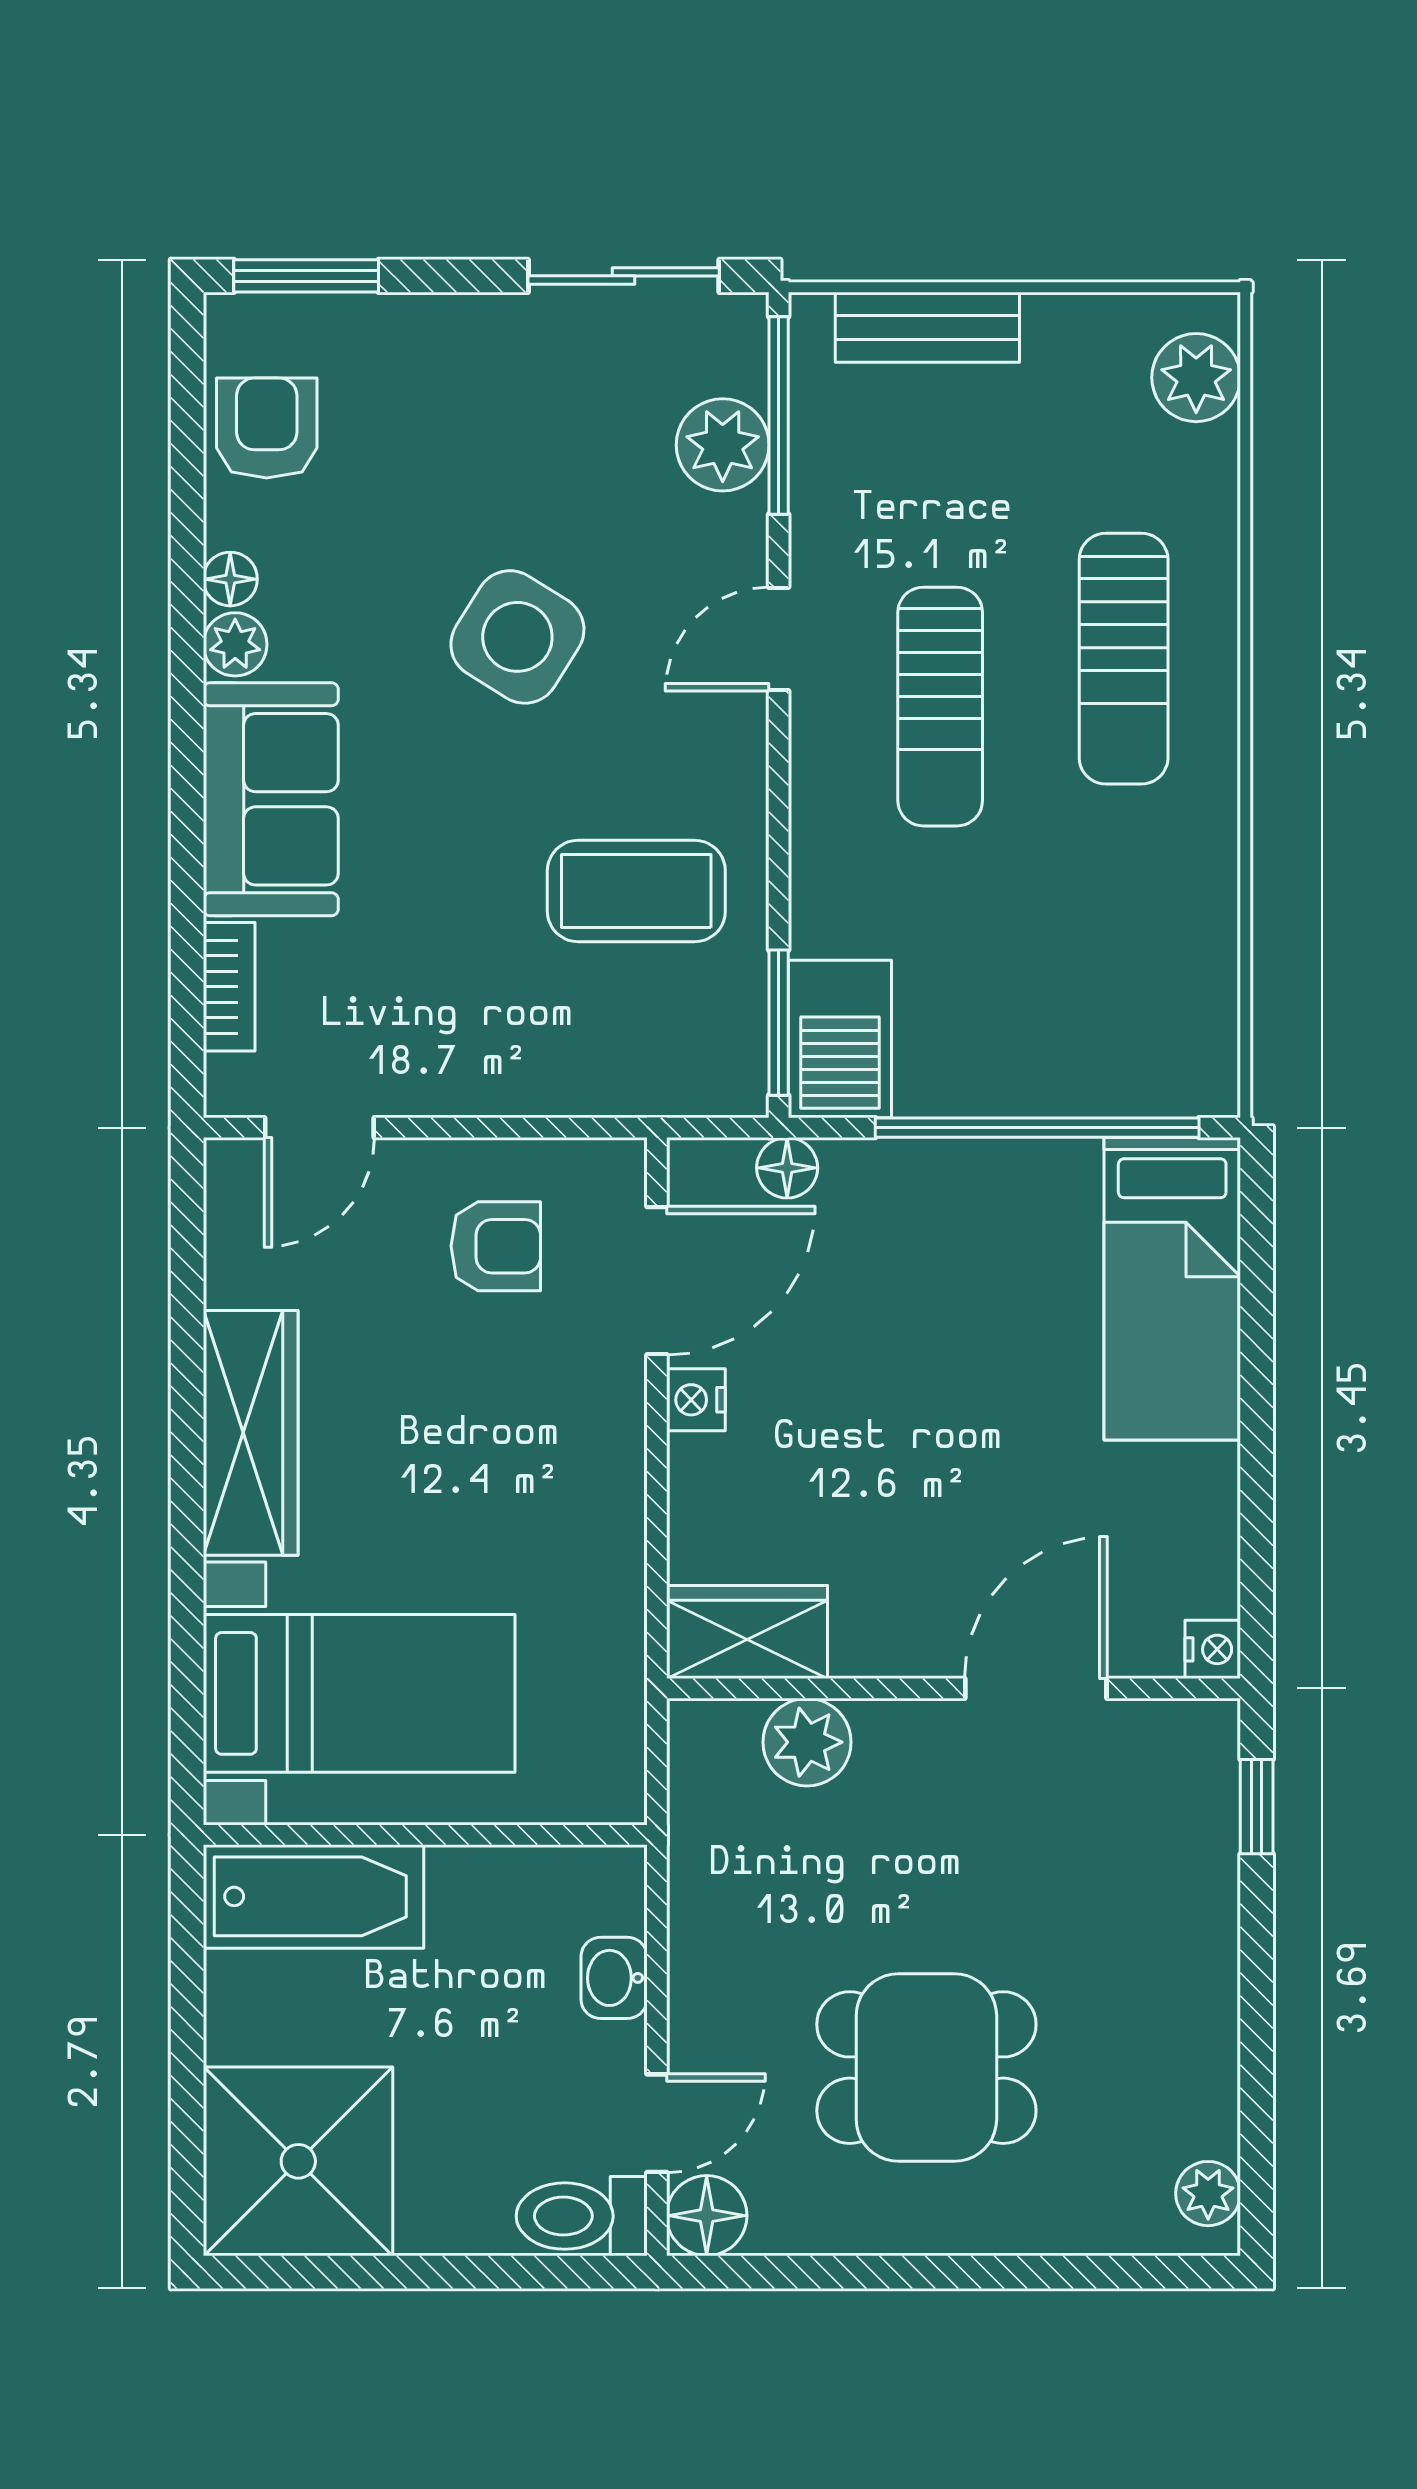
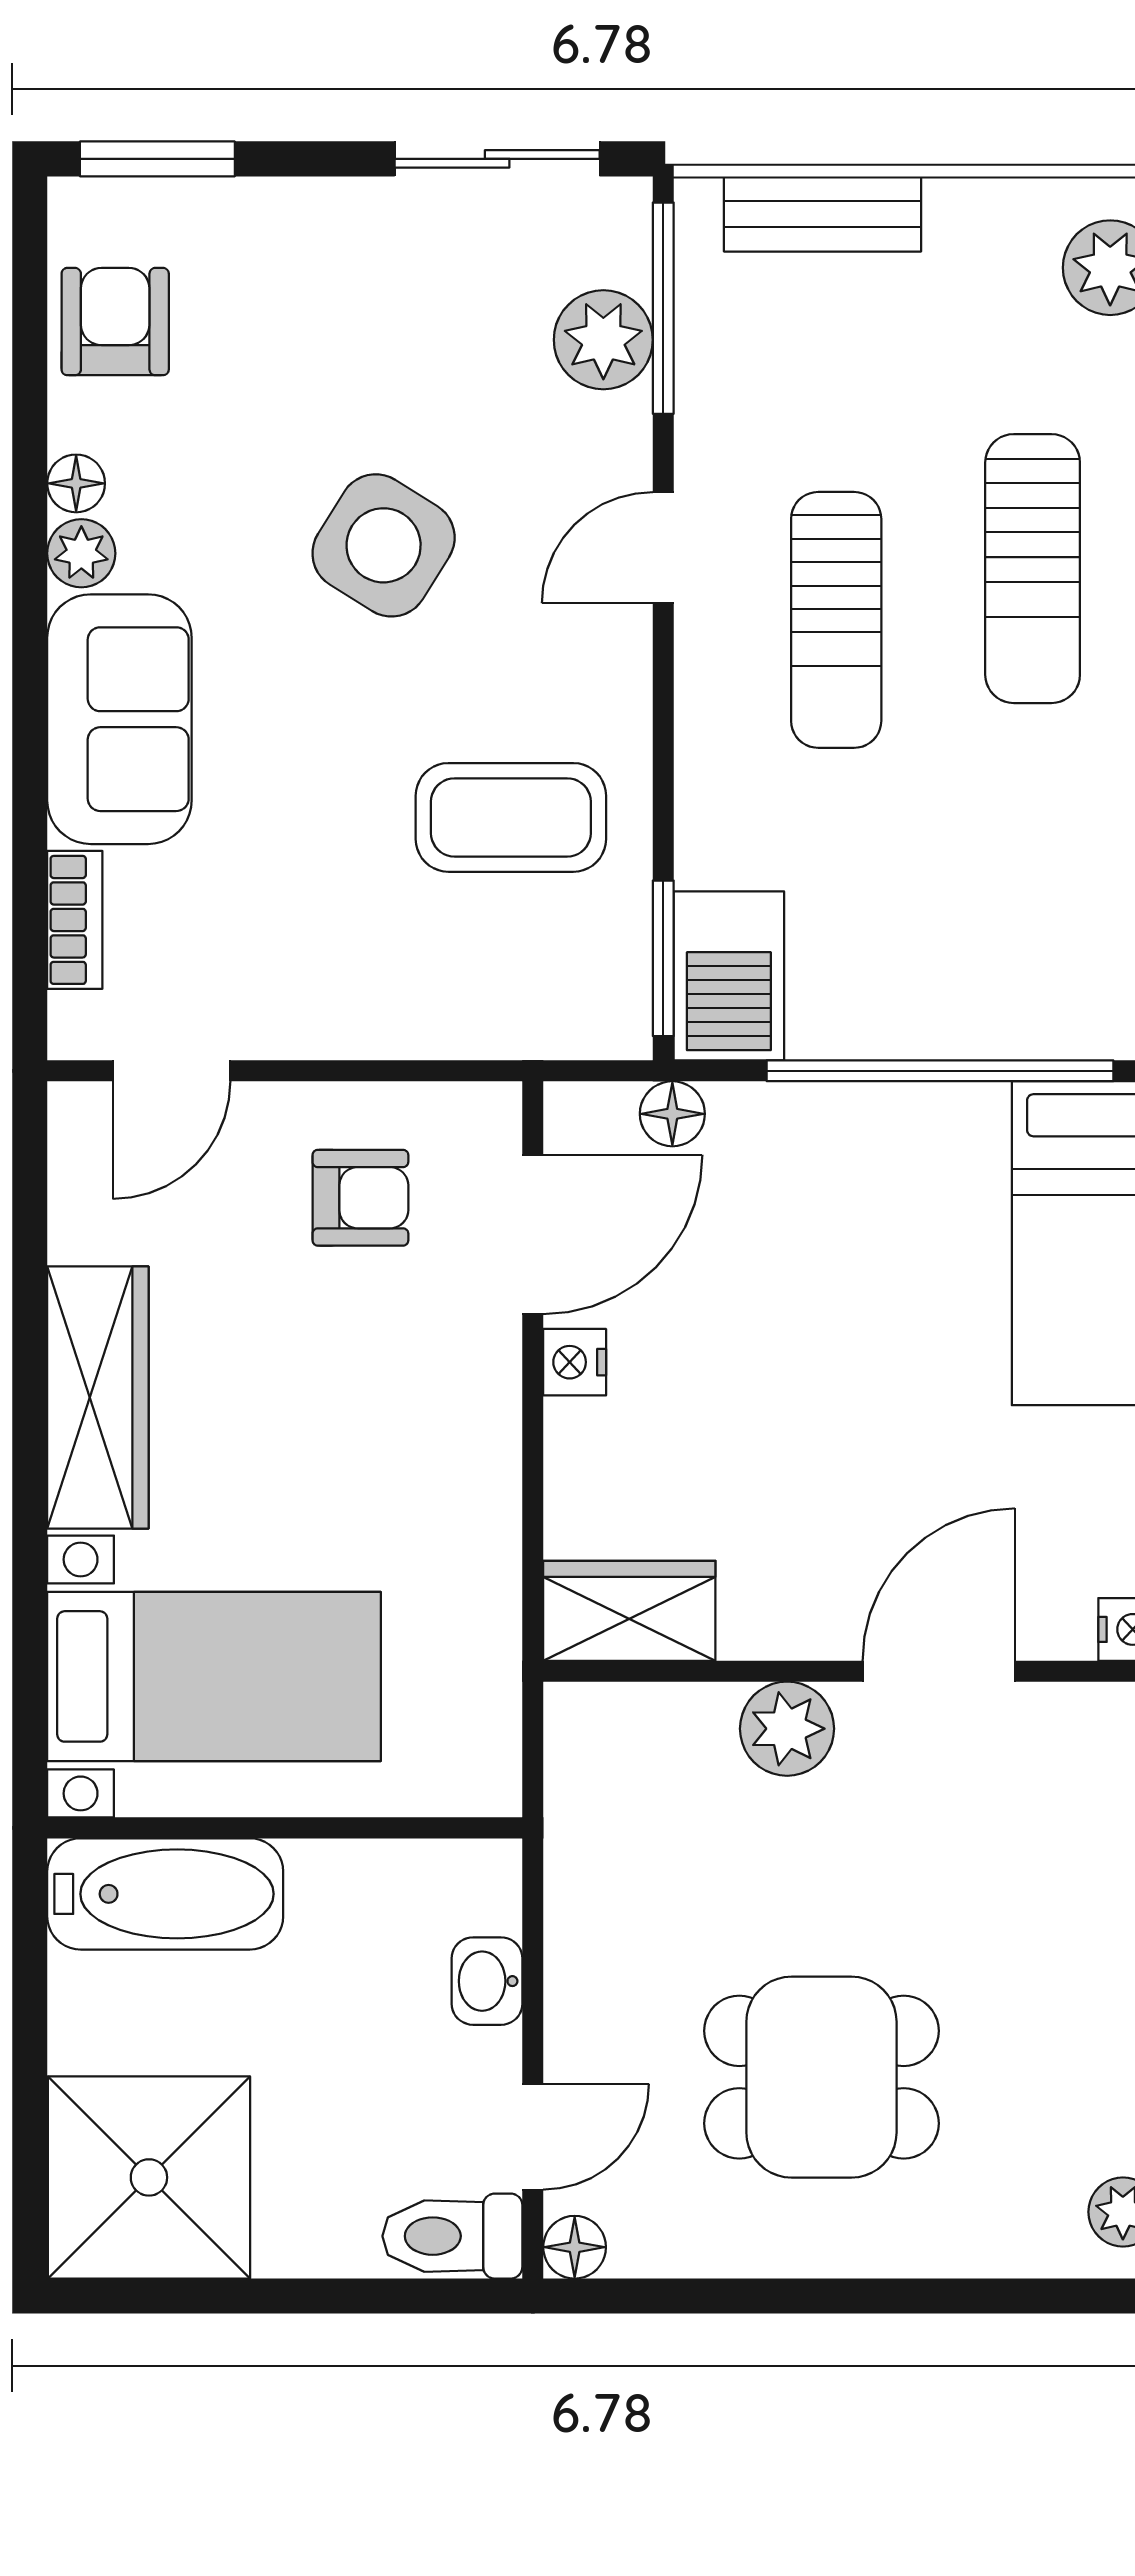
plant: (807, 1742) -> (787, 1729), moved
floor lamp: (707, 2216) -> (575, 2247), width x0.73, depth x0.73

